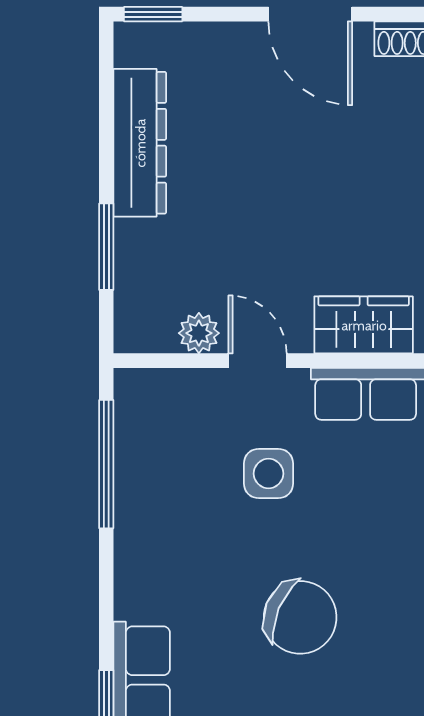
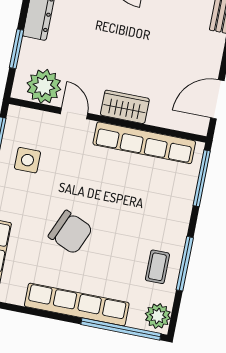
plant: (199, 333) -> (44, 86), width x1.88, depth x1.88
side table: (268, 474) -> (27, 160), moved

